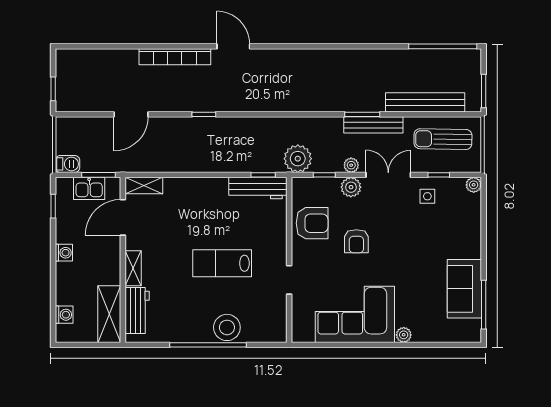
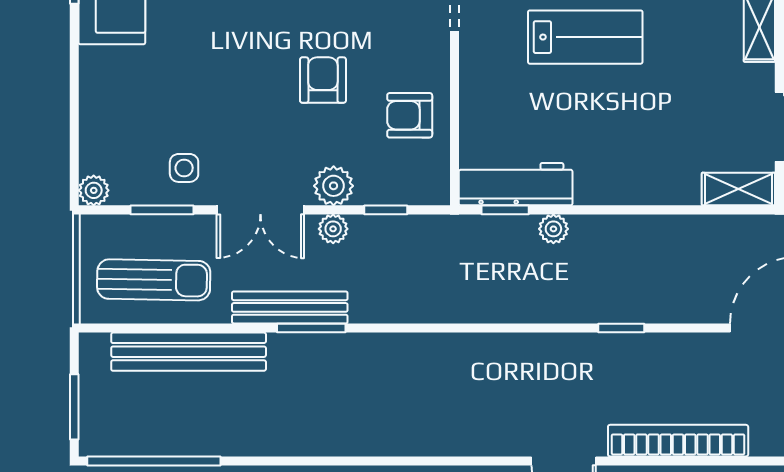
window: (484, 91) -> (74, 407), moved
plant: (298, 159) -> (553, 229), moved, width x0.53, depth x0.53
window: (439, 175) -> (162, 210), width x1.50
armchair: (312, 223) -> (410, 115), width x0.72, depth x0.72

